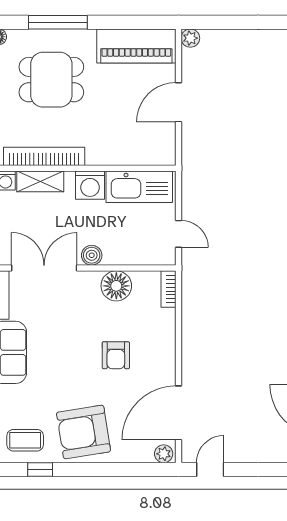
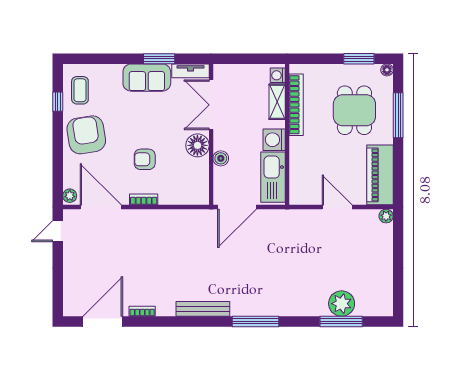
door: (178, 234) -> (237, 207), width x1.88
boiler: (92, 255) -> (221, 158), moved
double door: (44, 268) -> (211, 105), swing flipped
floor lamp: (116, 286) -> (197, 145), moved
bookcase: (168, 289) -> (144, 199), moved
door: (210, 469) -> (58, 231), swing flipped

